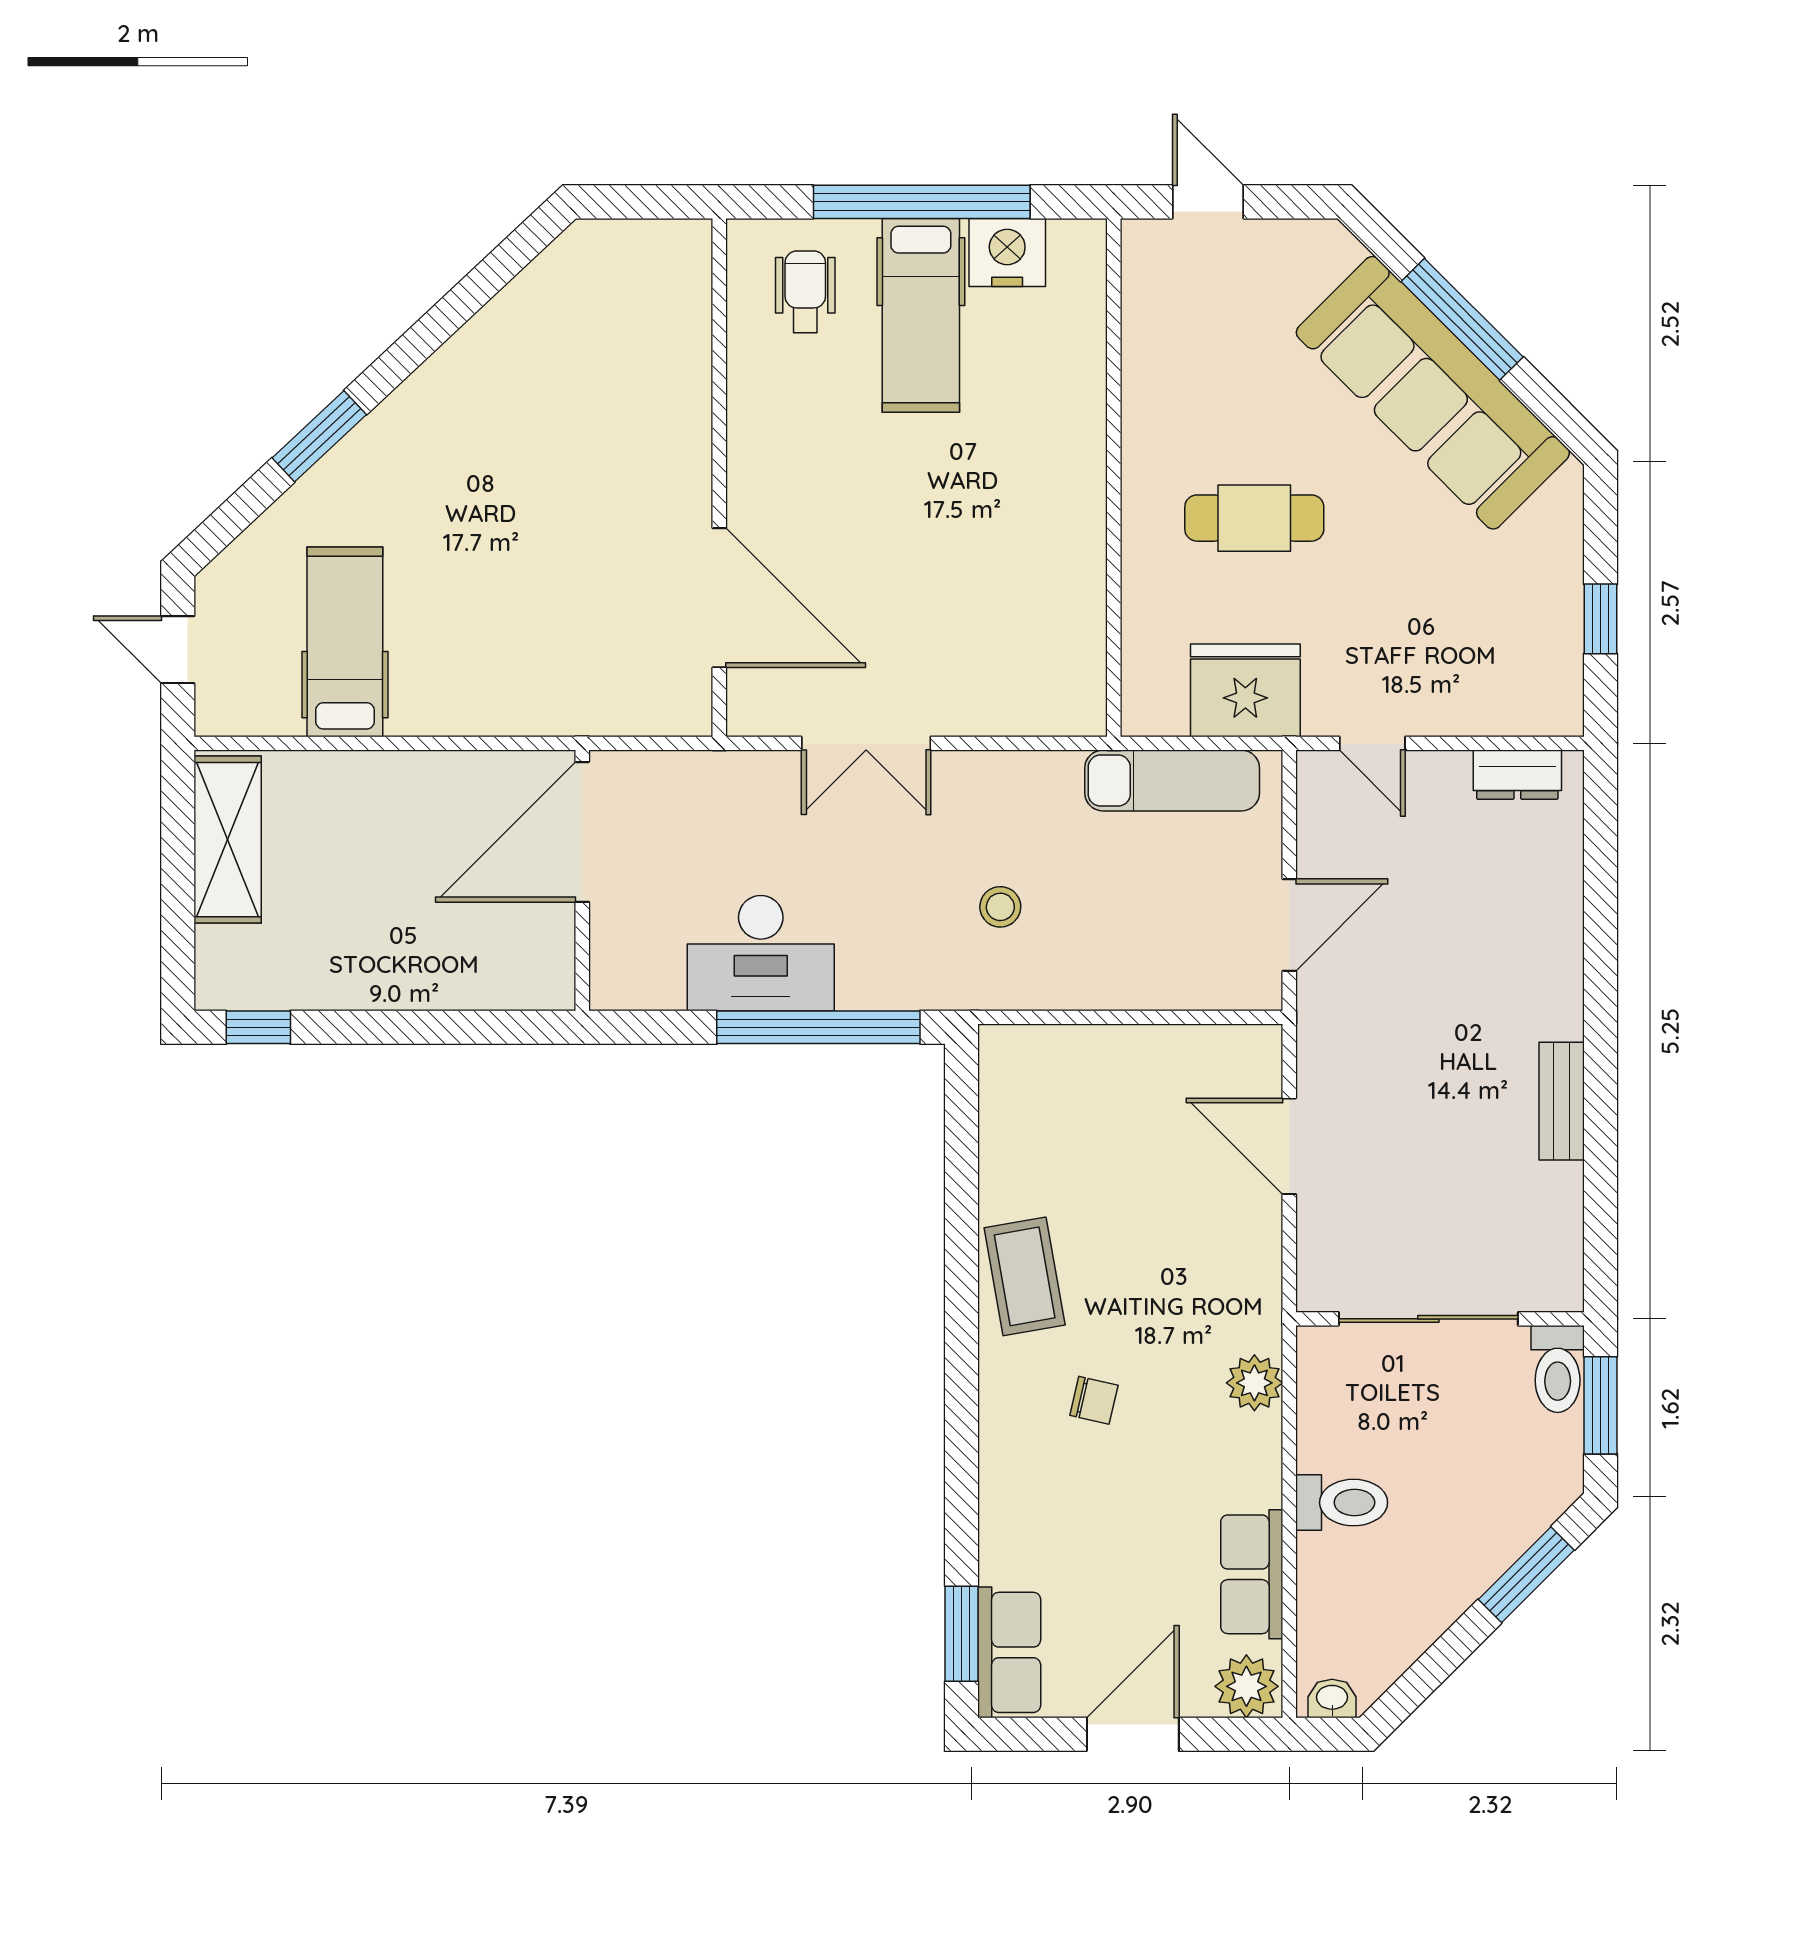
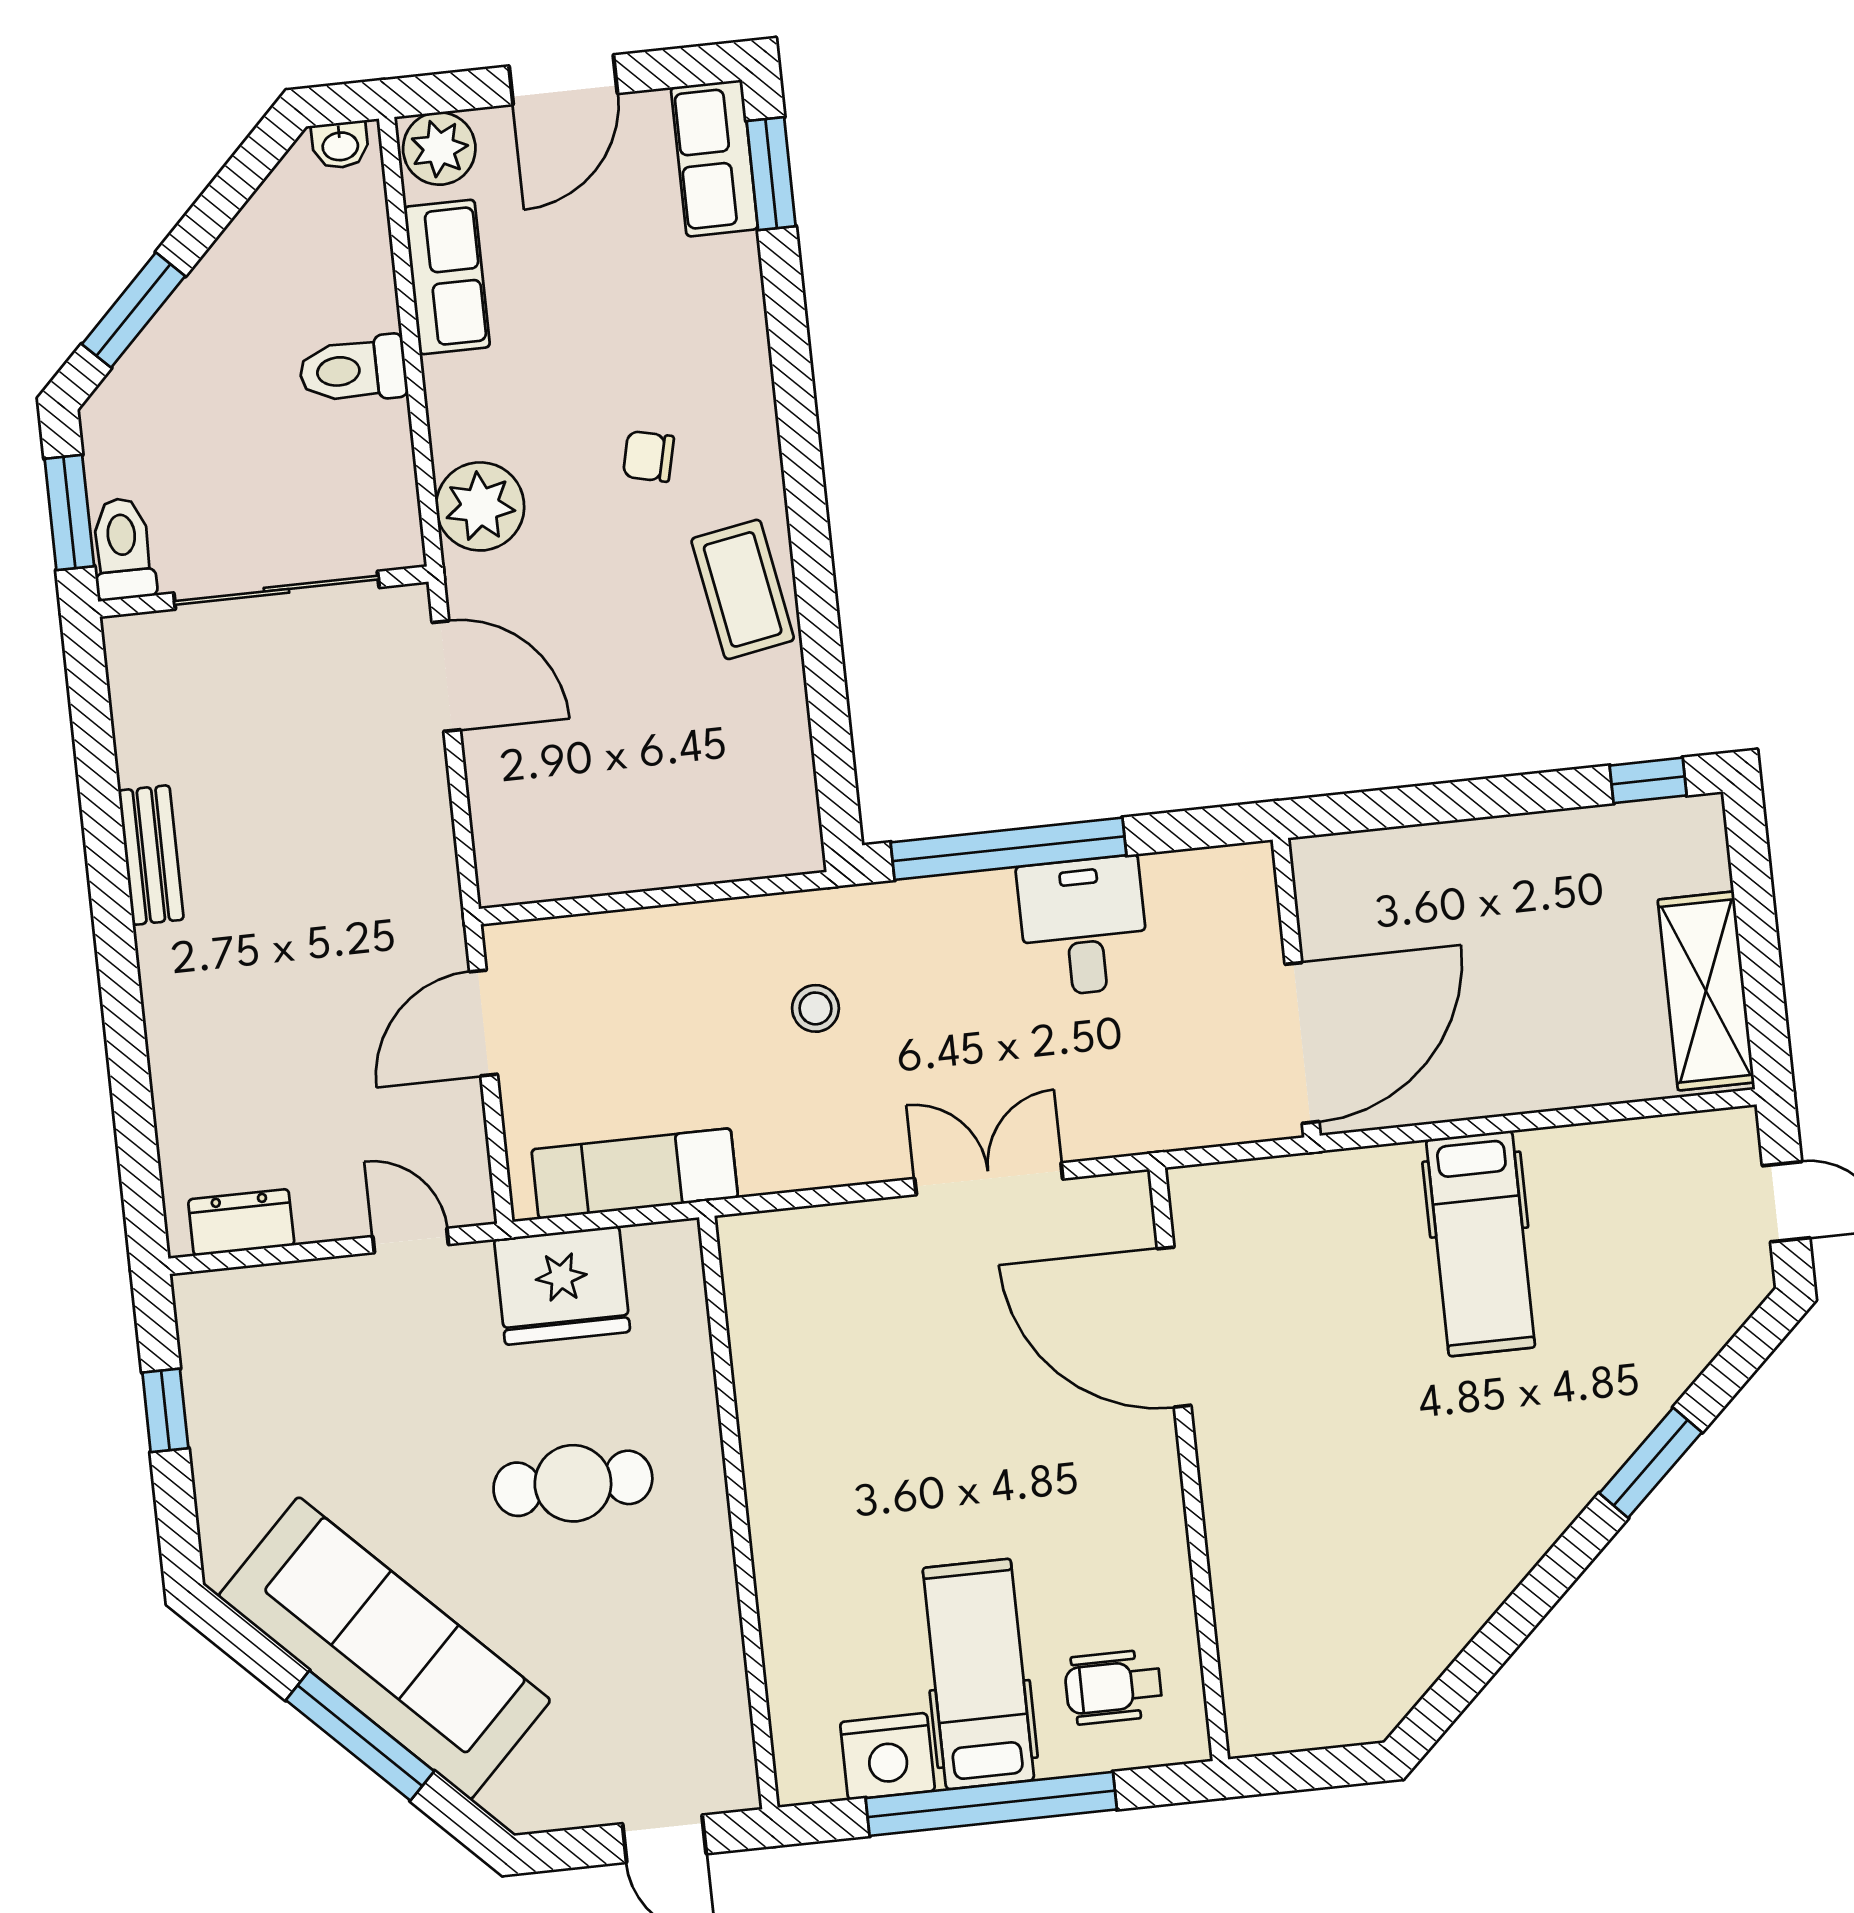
wheelchair: (805, 292) -> (1113, 1687), turned 90
hospital bed: (345, 642) -> (1480, 1243), moved
desk: (761, 953) -> (1083, 926), width x0.73
door: (1289, 1146) -> (446, 676), moved
plant: (1254, 1383) -> (480, 506), width x1.36, depth x1.36

